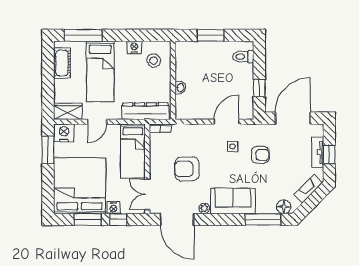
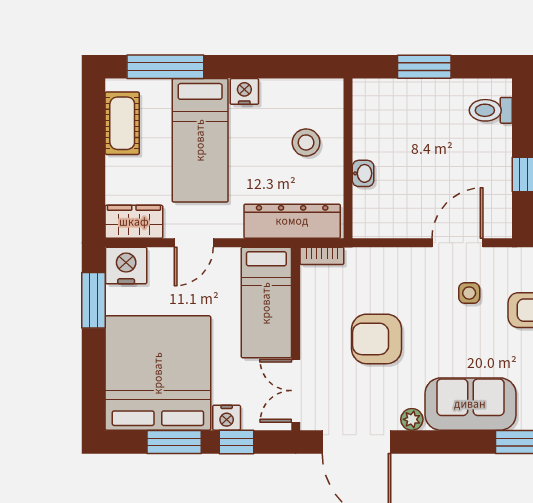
nightstand: (134, 47) -> (244, 91), moved
stool: (154, 60) -> (306, 142), moved

